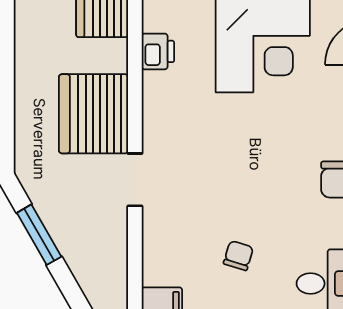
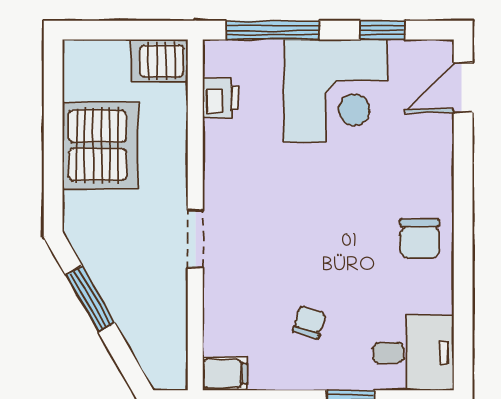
server rack: (93, 114) -> (100, 145), moved, turned 180

